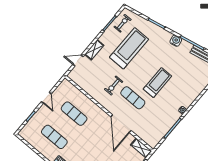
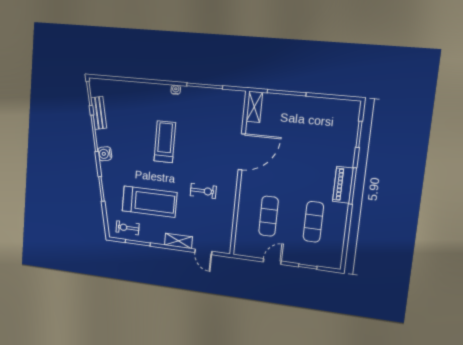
treadmill: (129, 48) -> (149, 202), turned 180
treadmill: (157, 83) -> (165, 142), turned 90
exercise mat: (133, 98) -> (202, 159), removed

